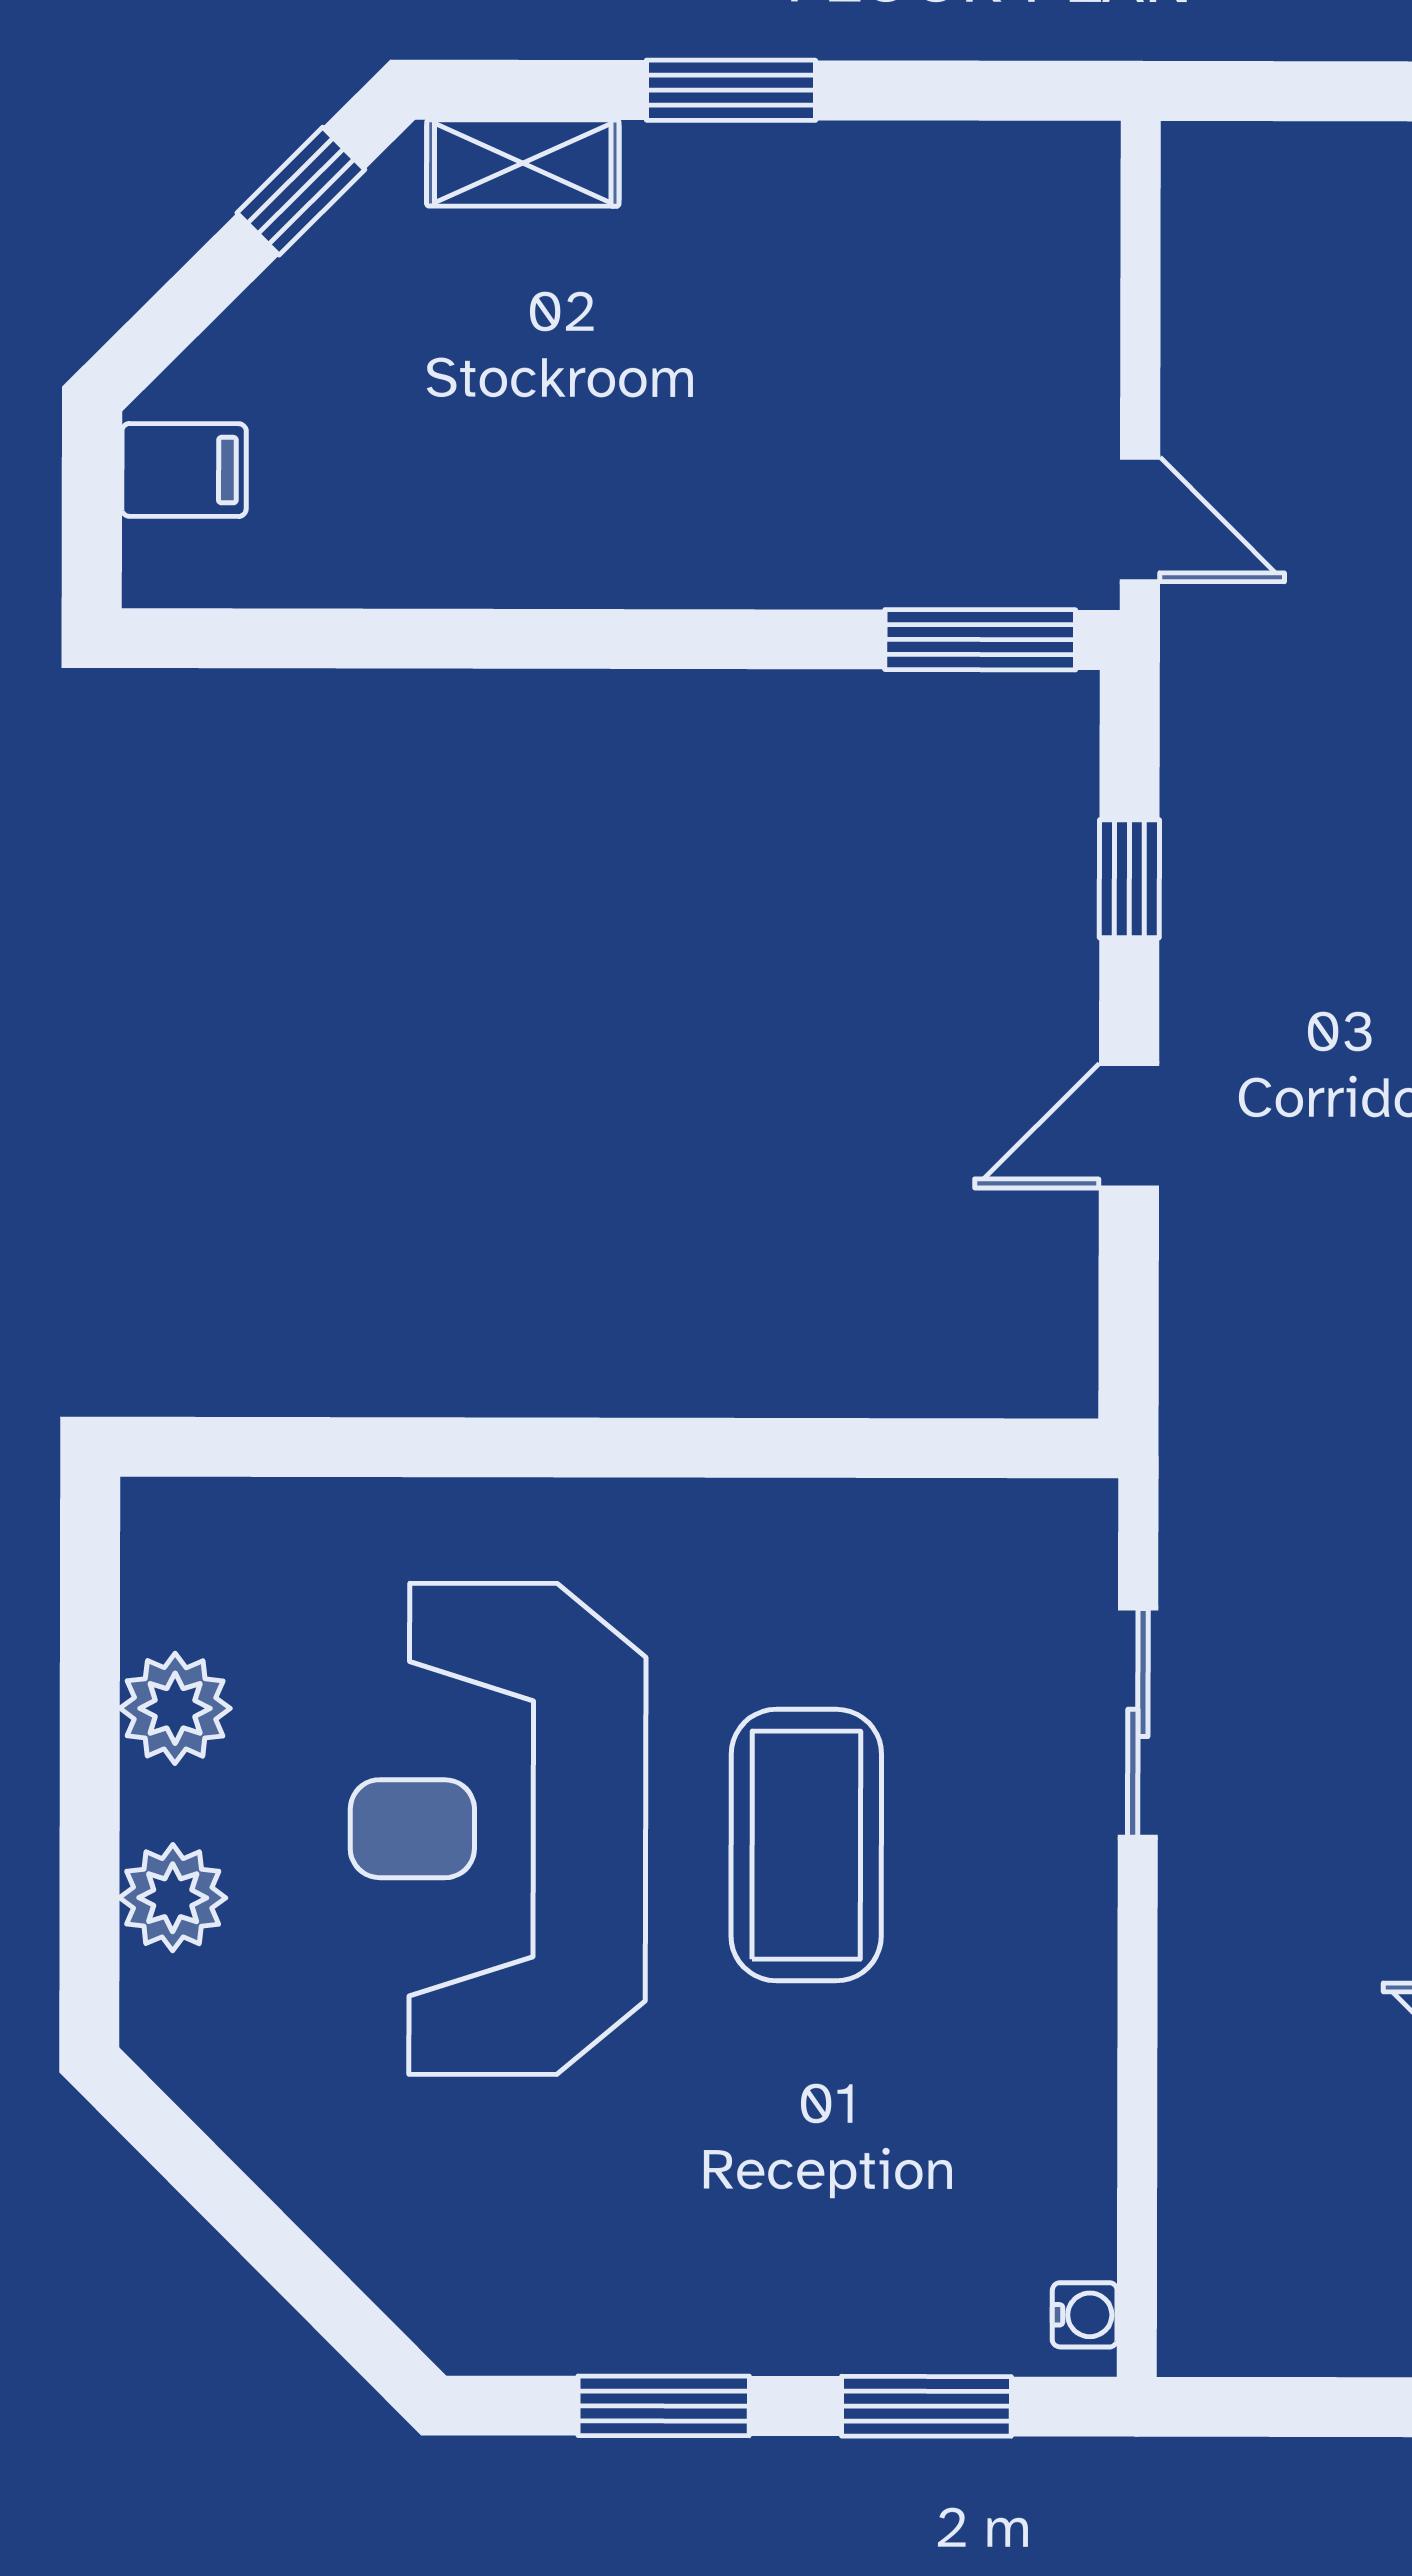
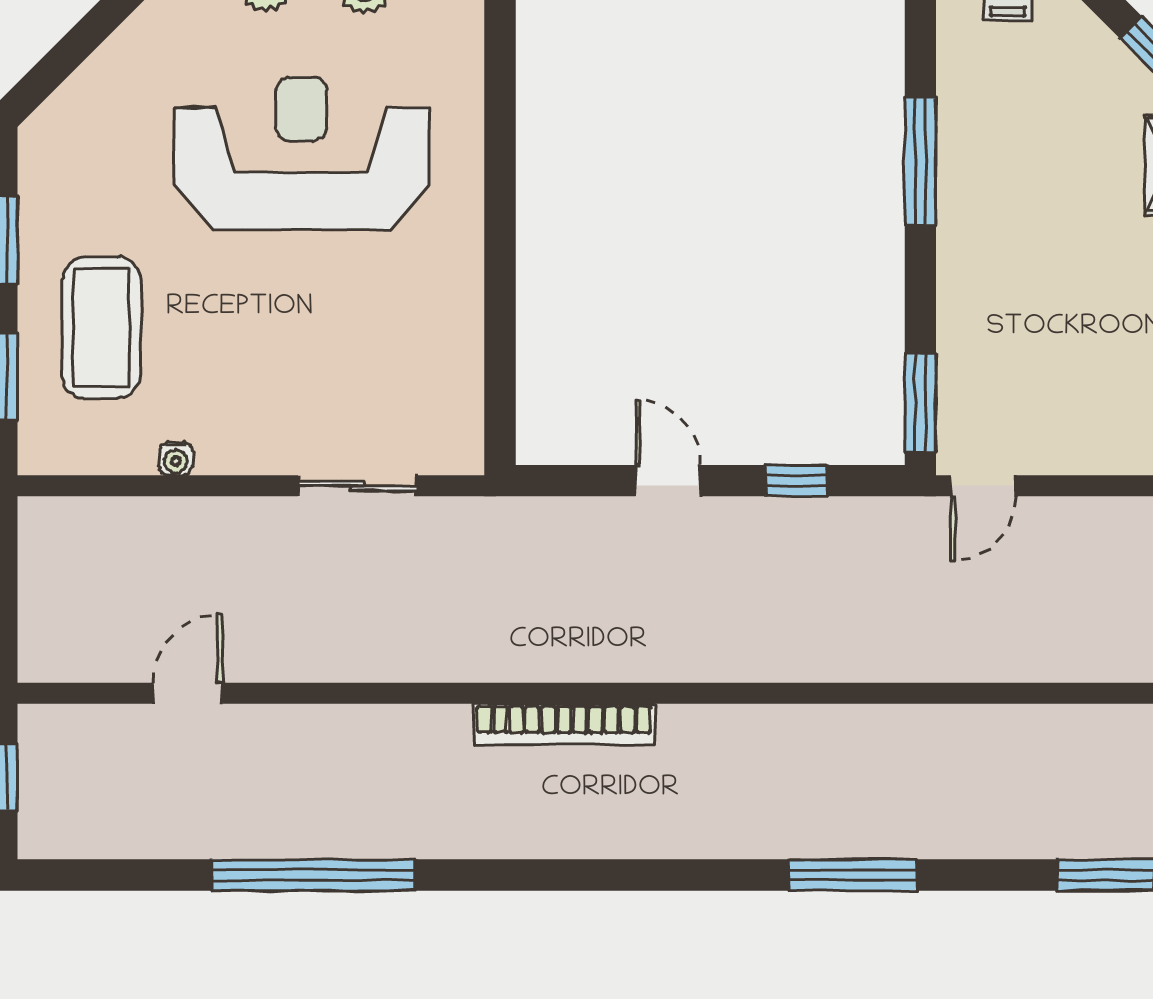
window: (515, 639) -> (920, 161), added
coffee table: (806, 1845) -> (101, 327), moved, turned 90
water cooler: (1085, 2315) -> (176, 459), moved

